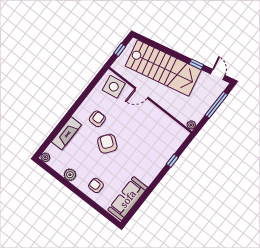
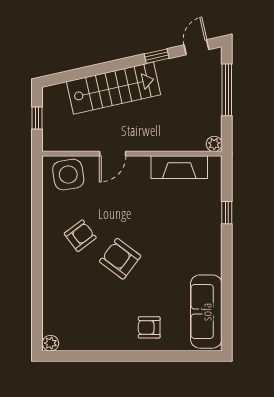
stairs: (163, 68) -> (114, 88), width x0.73, depth x0.66
door: (218, 74) -> (196, 47), hinge flipped
armchair: (97, 119) -> (80, 236), turned 53
fireplace: (66, 133) -> (179, 167), moved, turned 90
plant: (70, 175) -> (102, 341), removed

